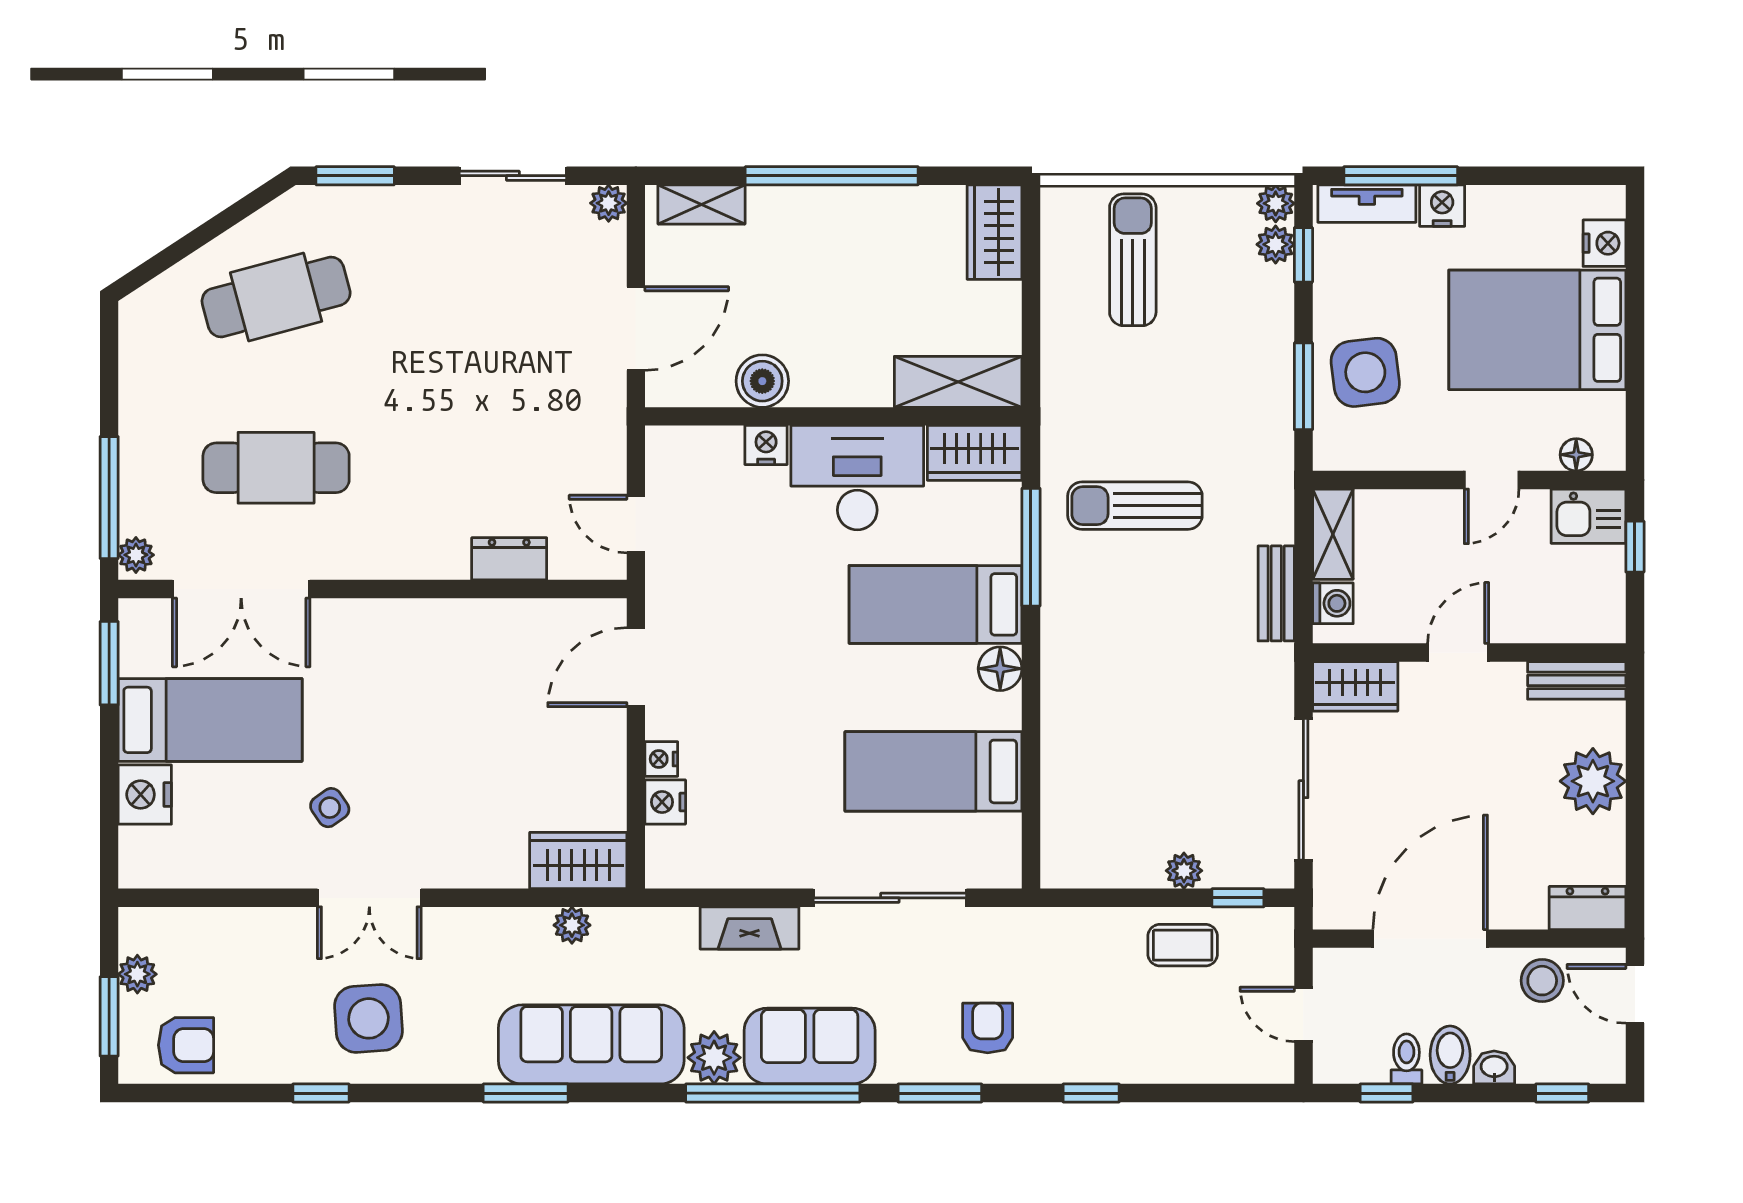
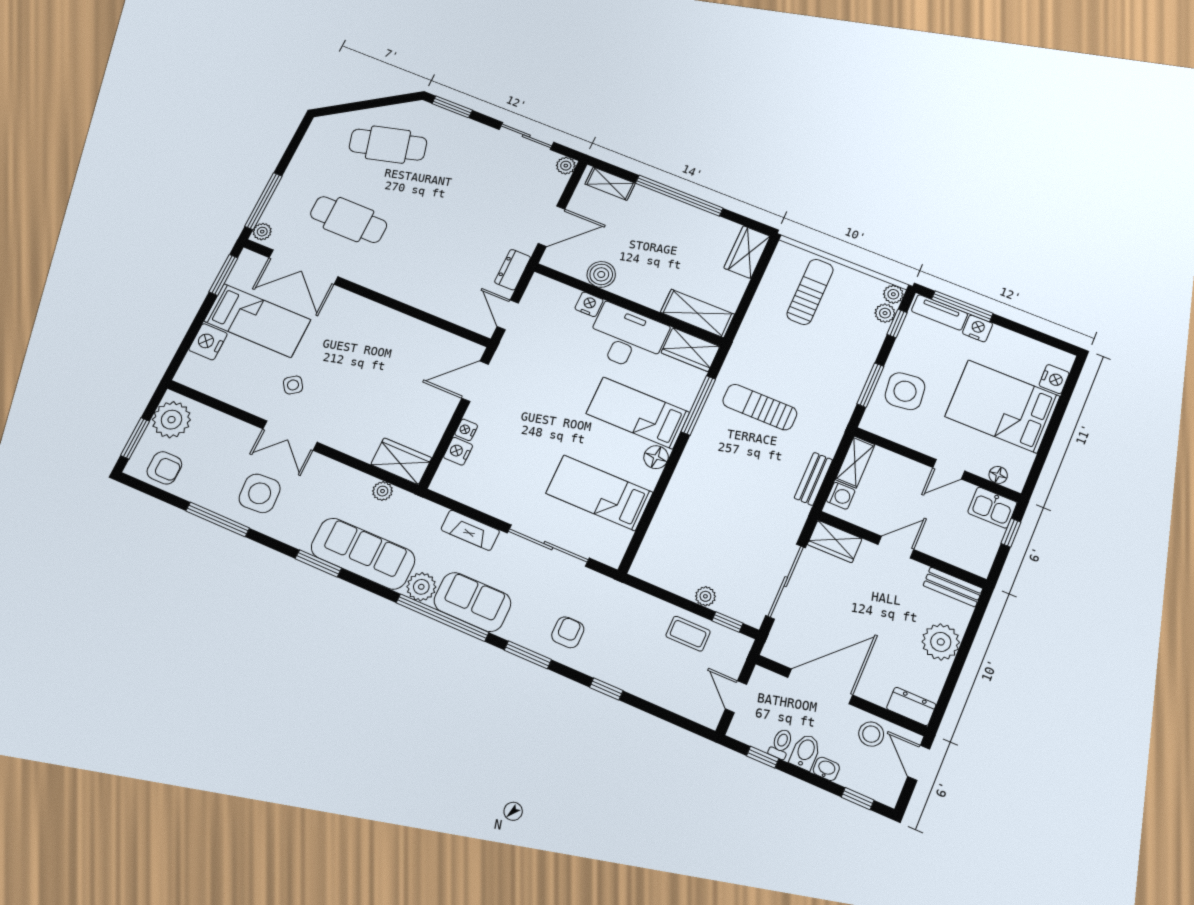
dresser: (509, 559) -> (513, 270), moved, turned -90
plant: (137, 974) -> (171, 420), width x1.87, depth x1.87
window: (321, 1093) -> (218, 519), width x2.17

